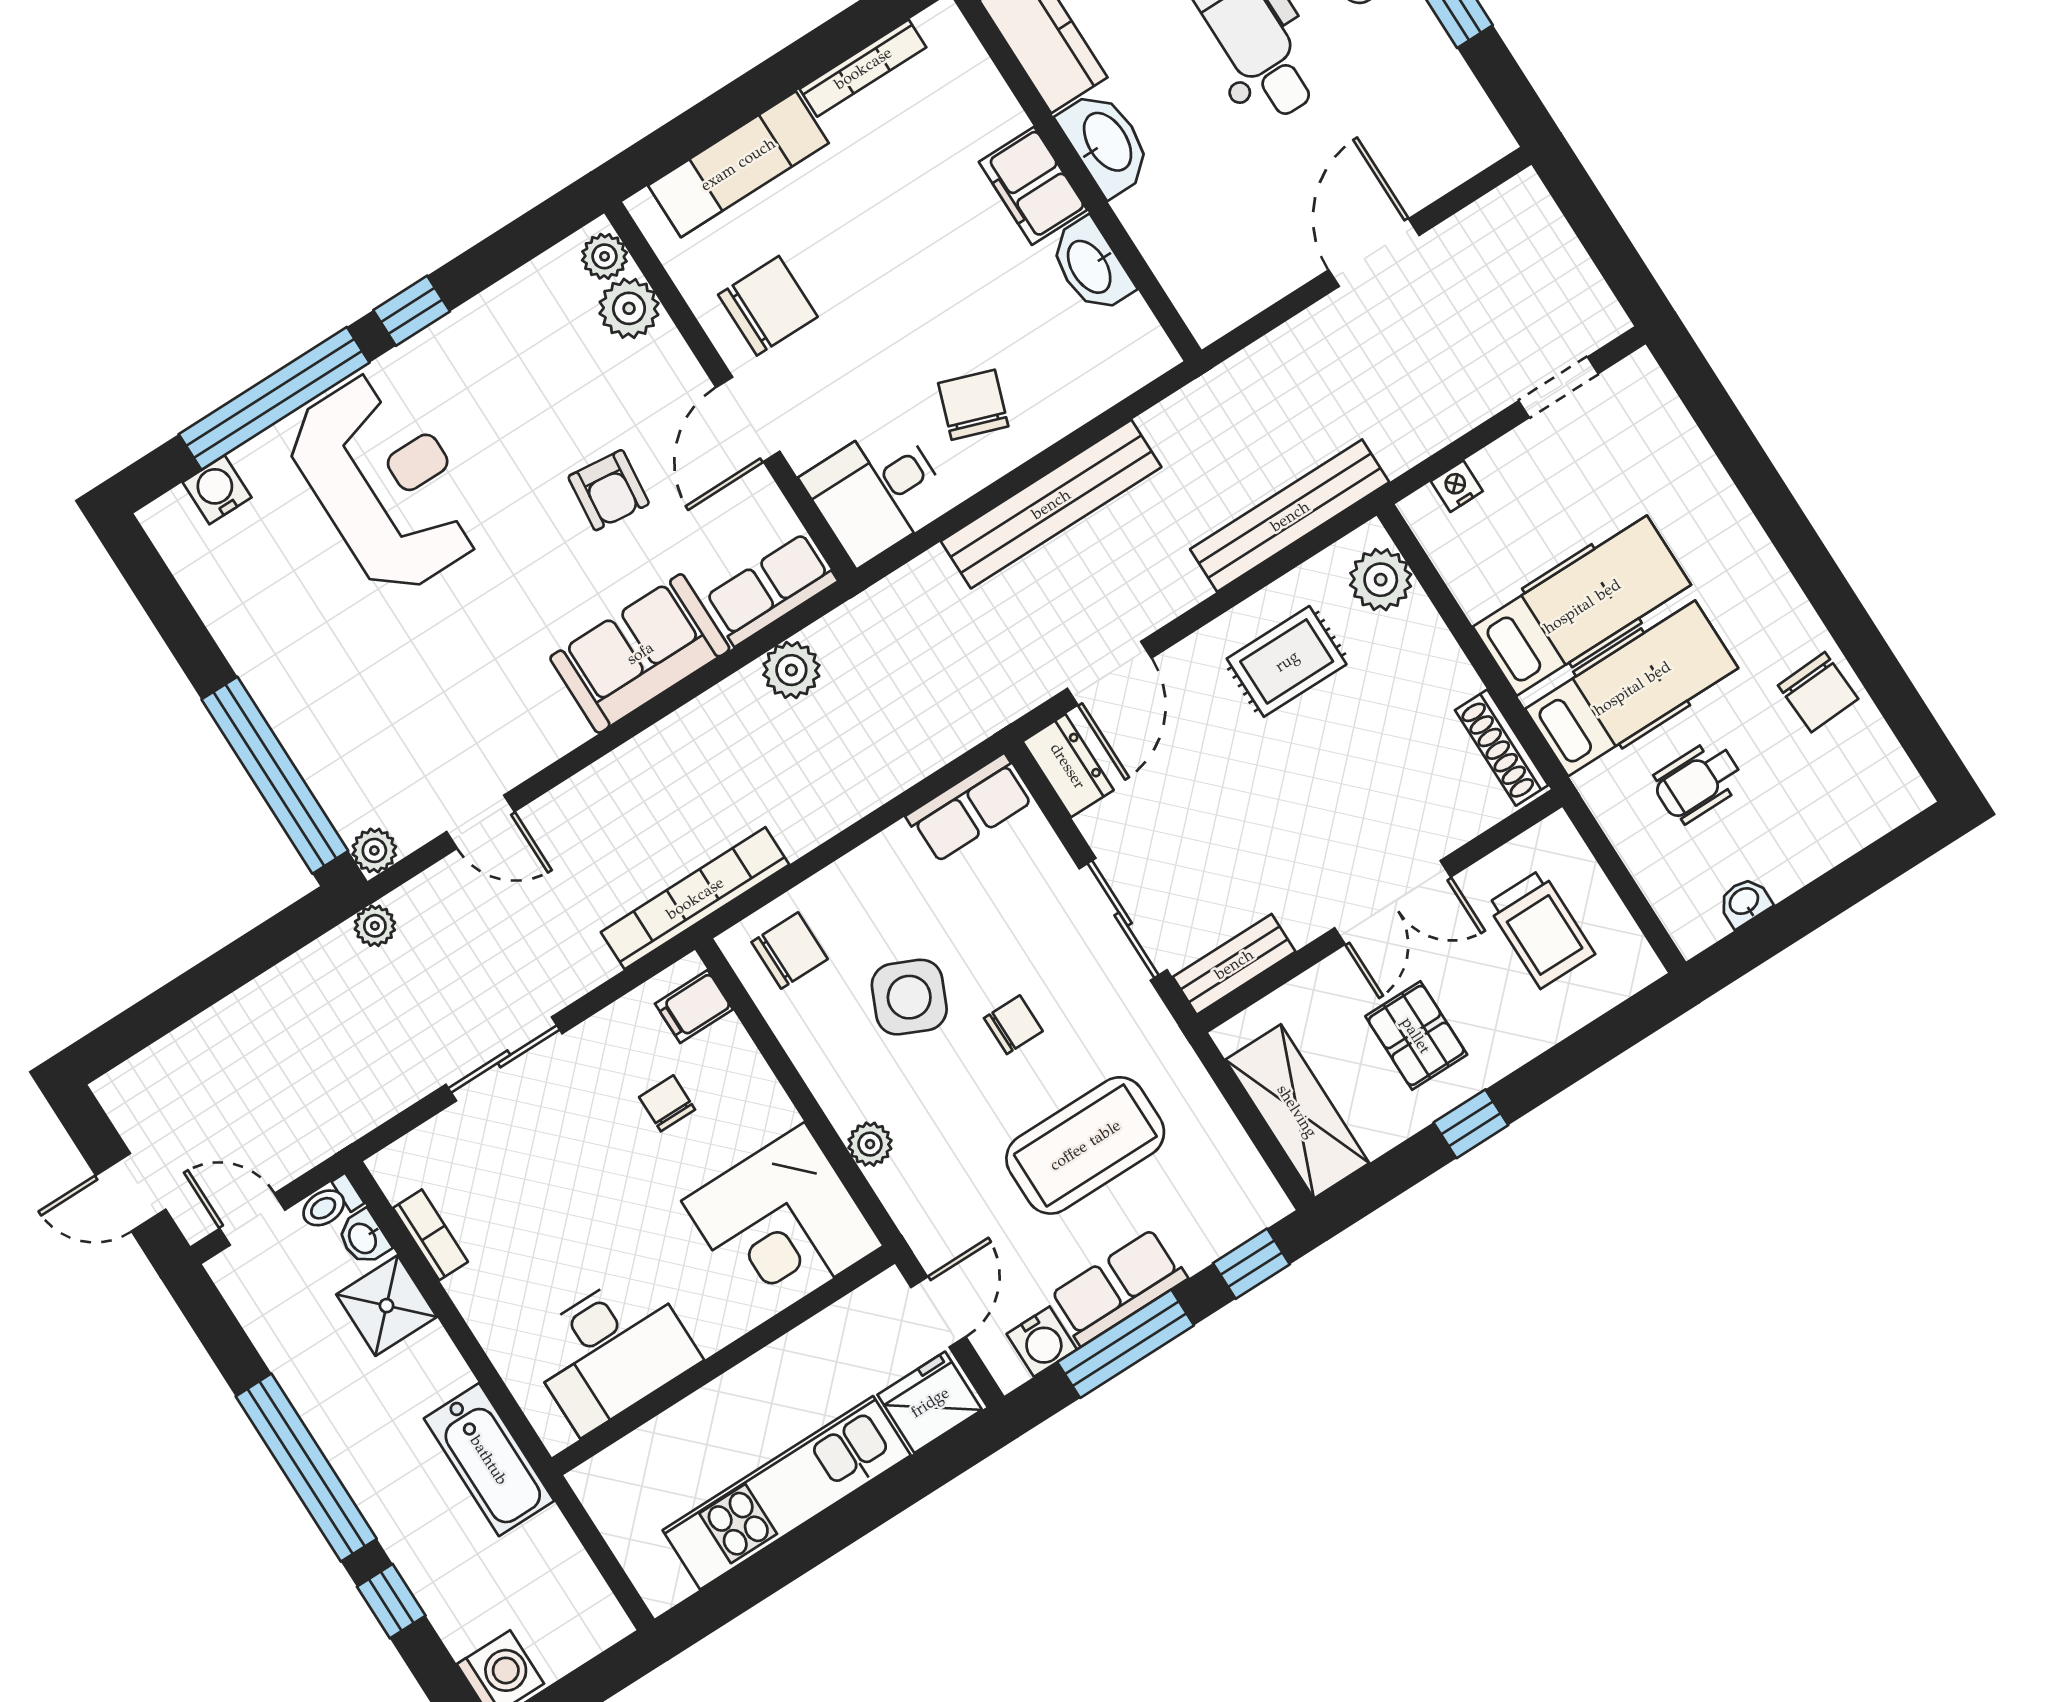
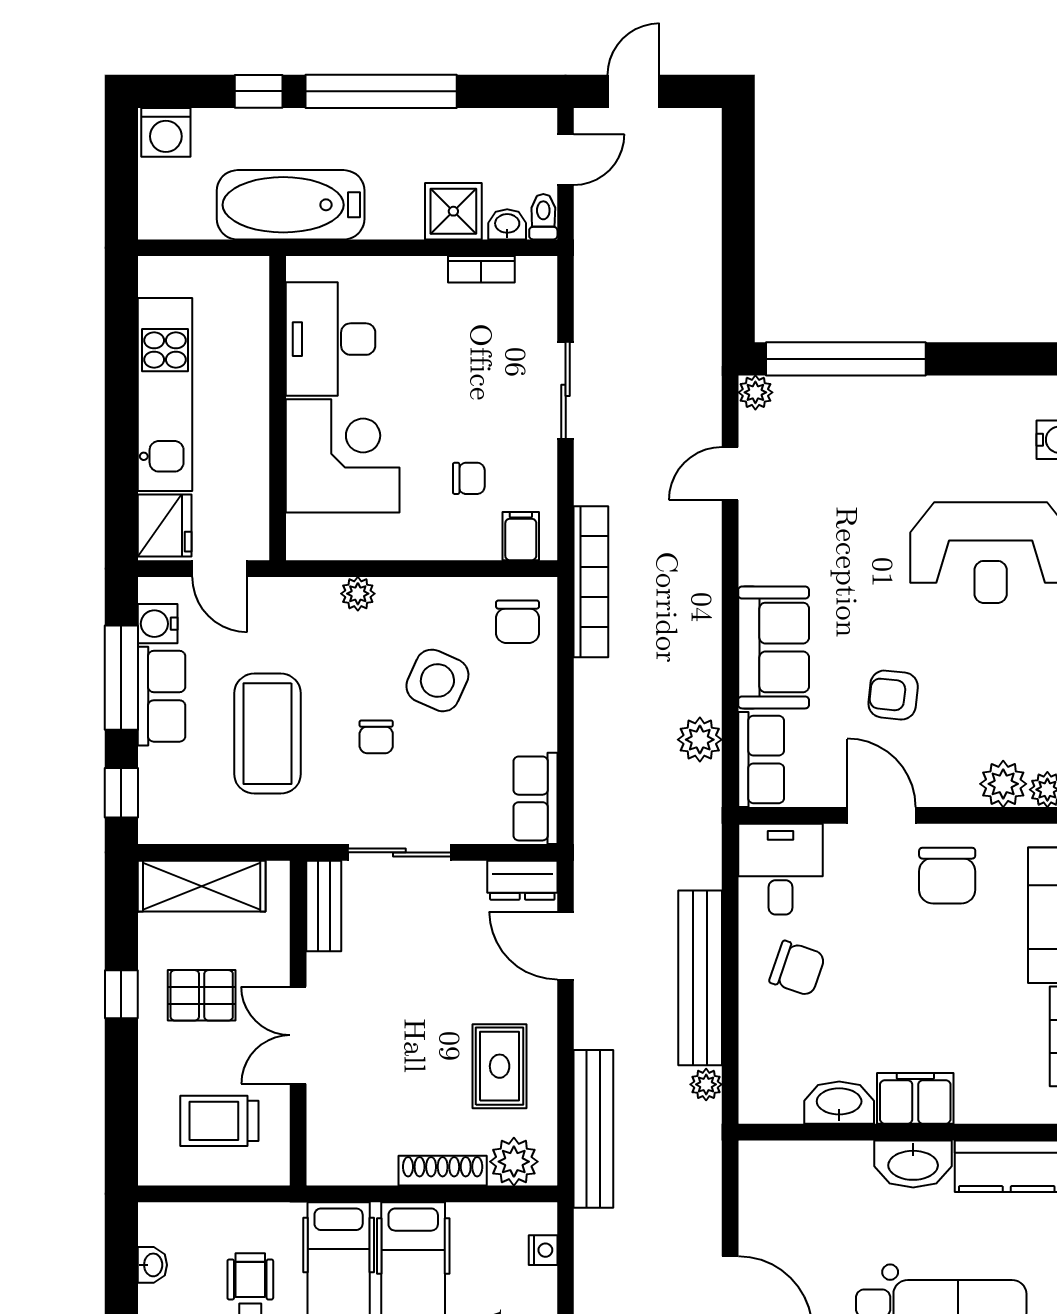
shoe rack: (1502, 748) -> (443, 1171), moved
plant: (375, 926) -> (706, 1084), moved
corner desk: (782, 1223) -> (343, 456), moved, turned 90
bathtub: (489, 1460) -> (291, 205), width x1.36, depth x1.36

